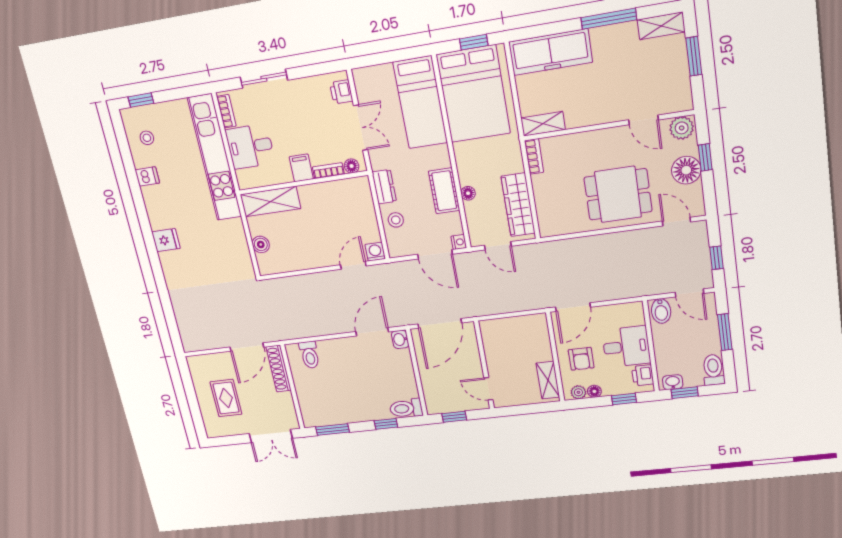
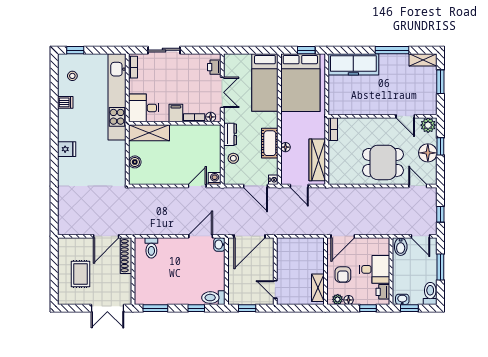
shelving: (543, 124) -> (342, 109), removed
desk: (250, 146) -> (144, 108), moved

